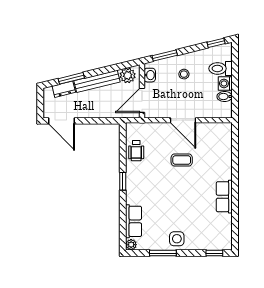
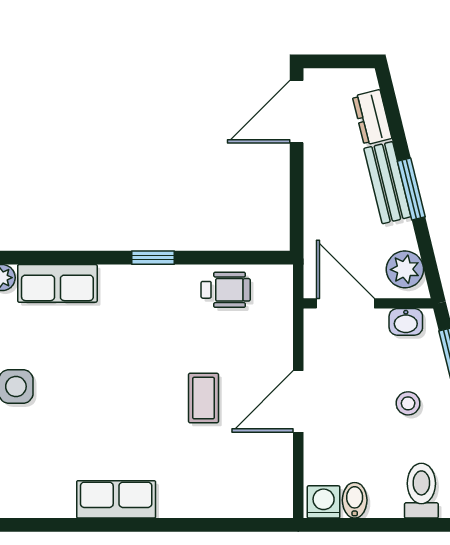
window: (71, 78) -> (411, 189), moved
bench: (97, 81) -> (387, 183), width x0.73
washing machine: (225, 83) -> (324, 502), moved
wheelchair: (136, 151) -> (226, 290), turned 180

